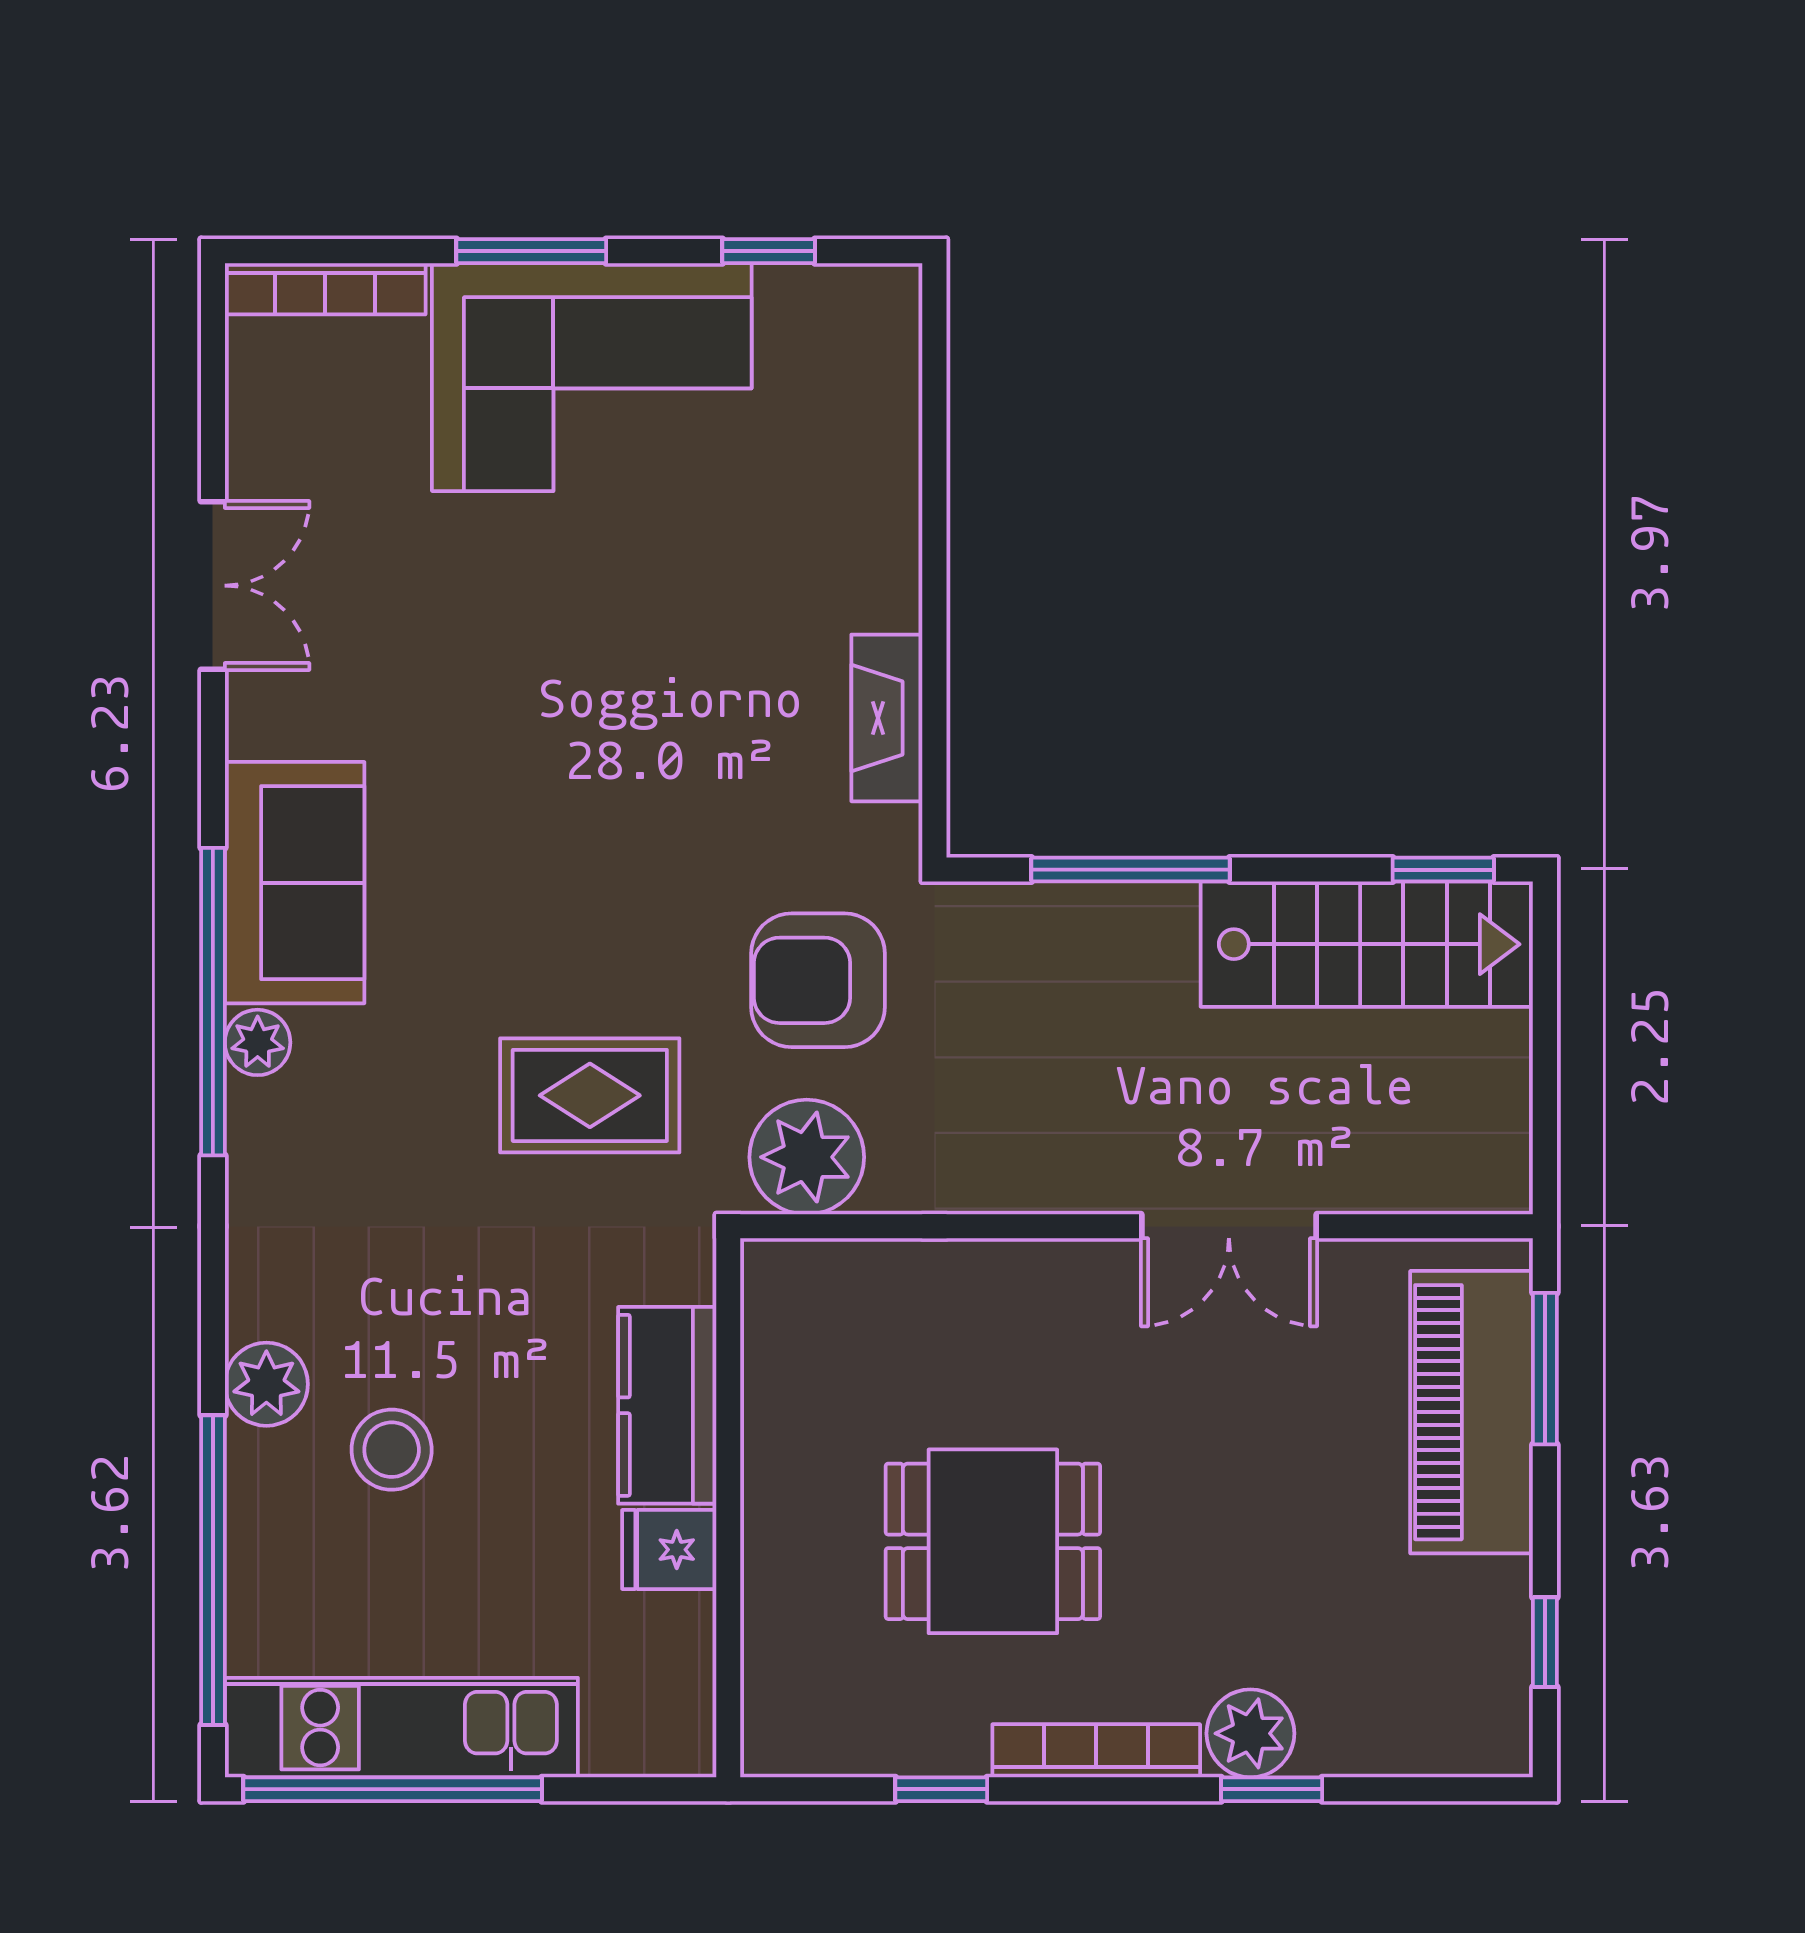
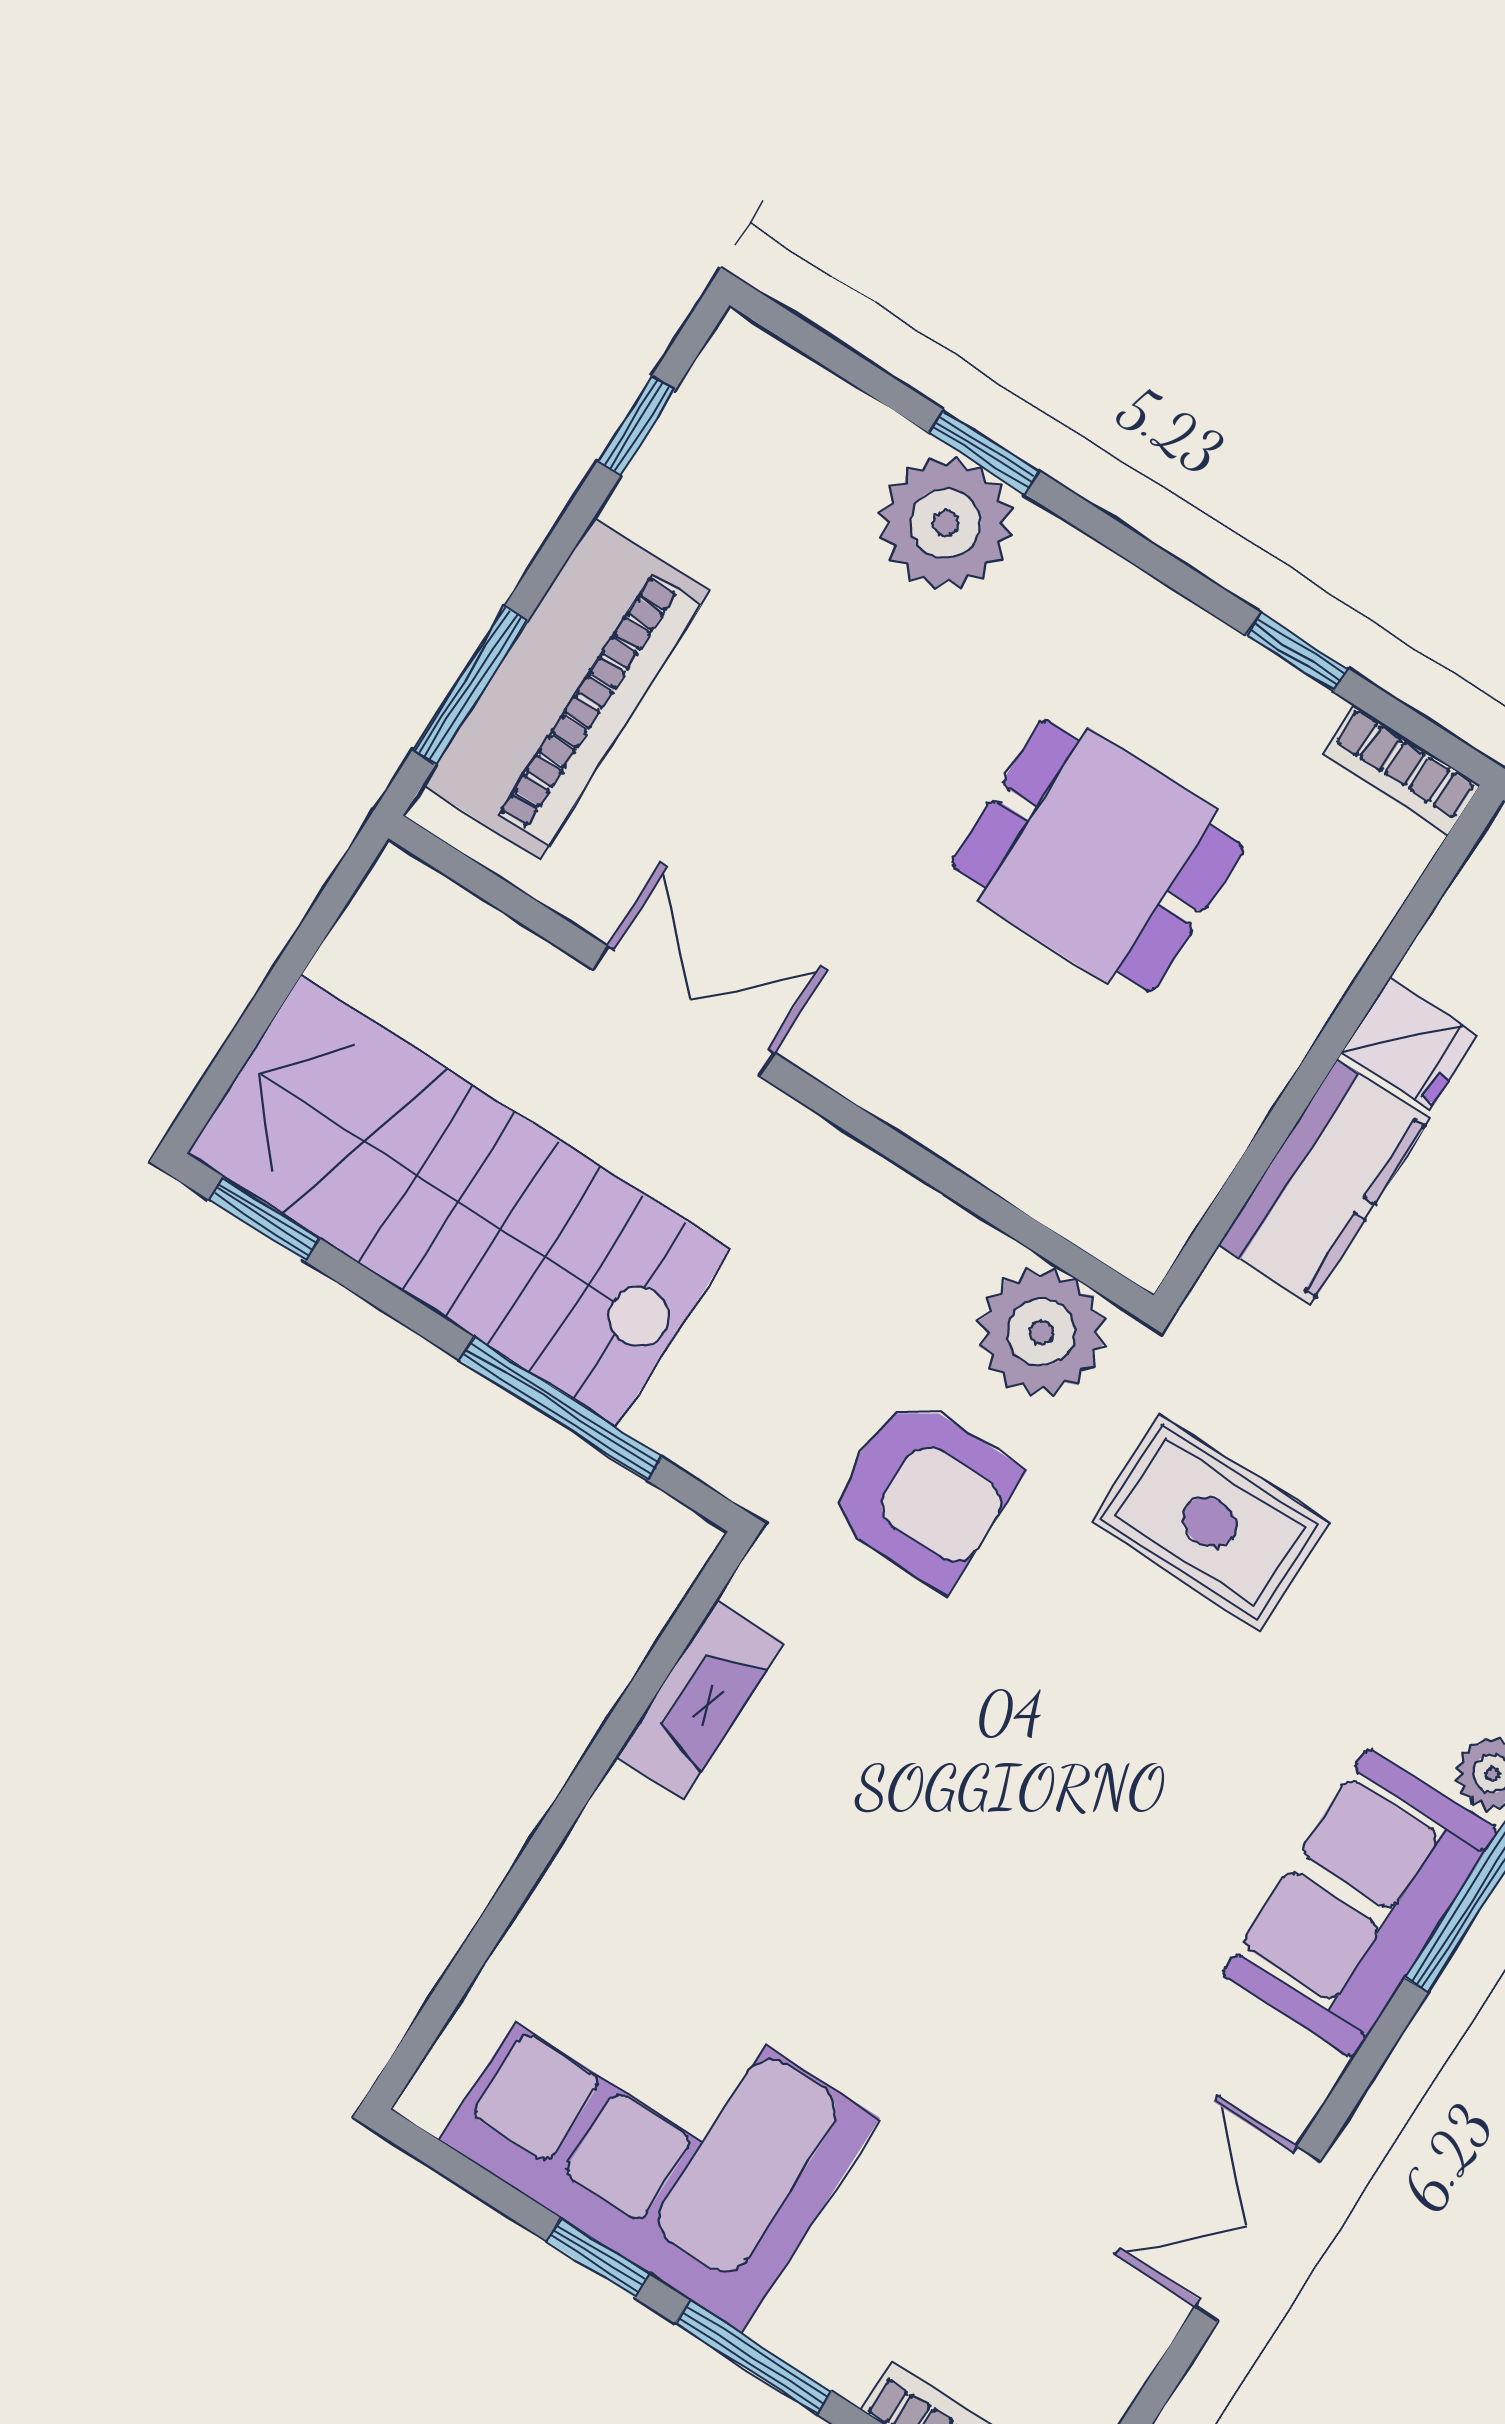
window: (769, 251) -> (598, 2258), moved
corner sofa: (592, 377) -> (660, 2129), moved
stairs: (1367, 944) -> (458, 1201), width x1.36, depth x1.51
plant: (1250, 1733) -> (945, 523), width x1.36, depth x1.36
bookcase: (1096, 1751) -> (1401, 770), moved, width x0.64

